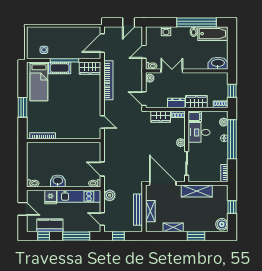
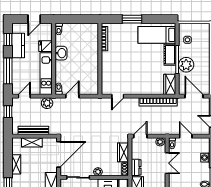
plant: (70, 51) -> (186, 65), added

